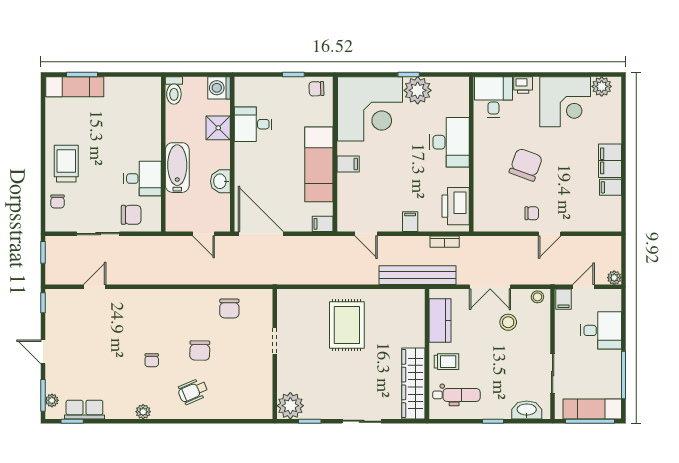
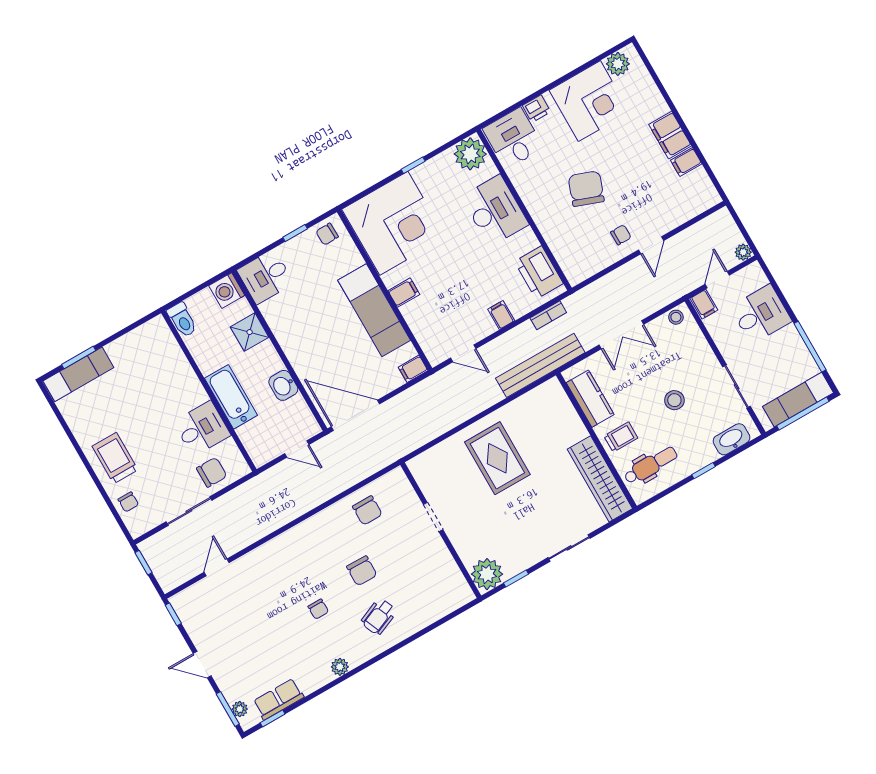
plant: (418, 90) -> (470, 154), moved
desk: (253, 124) -> (265, 277), moved
stool: (508, 322) -> (674, 400), moved

